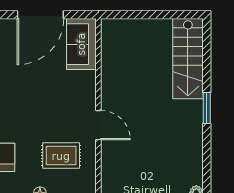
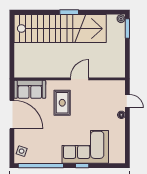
stairs: (188, 59) -> (60, 29), width x1.86, depth x1.51
rug: (61, 156) -> (62, 103), moved

